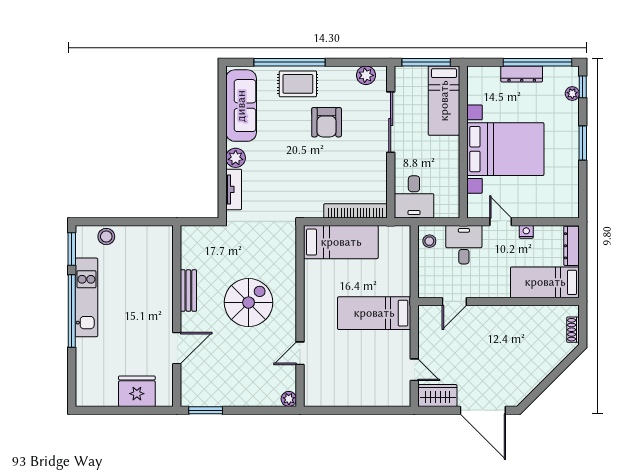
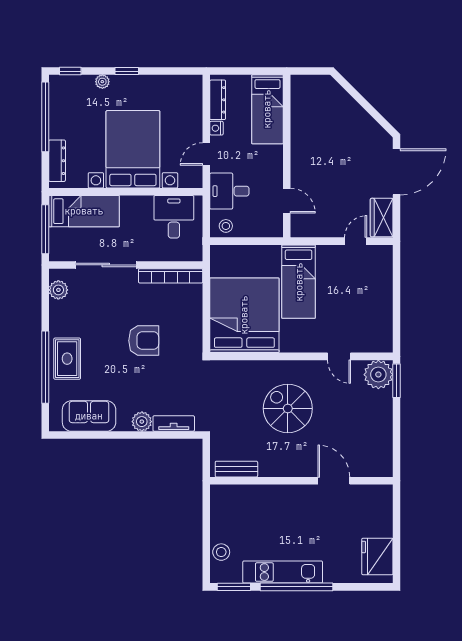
dresser: (522, 74) -> (57, 161), moved
plant: (572, 94) -> (102, 82), moved
sofa: (241, 106) -> (89, 416), width x0.73
armchair: (327, 122) -> (144, 341), moved
window: (583, 143) -> (127, 71), width x0.67
desk: (414, 197) -> (174, 217), moved, turned -90
bookcase: (355, 211) -> (171, 276), moved, turned -90
bed: (341, 242) -> (244, 315), width x2.04
dresser: (571, 246) -> (218, 100), moved, turned -90
bench: (188, 291) -> (236, 469), moved
shoe rack: (573, 330) -> (315, 81), removed
fridge: (137, 391) -> (377, 556), moved
plant: (289, 399) -> (378, 375), width x1.87, depth x1.87
window: (206, 410) -> (397, 381), moved

